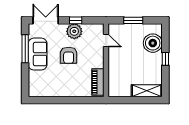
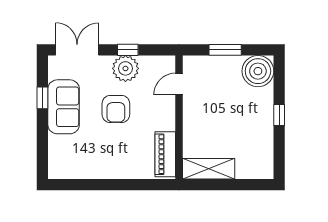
door: (106, 41) -> (179, 84), swing flipped
boiler: (153, 43) -> (258, 71), moved
window: (25, 49) -> (42, 98), width x0.46
shelving: (147, 91) -> (209, 169), moved

